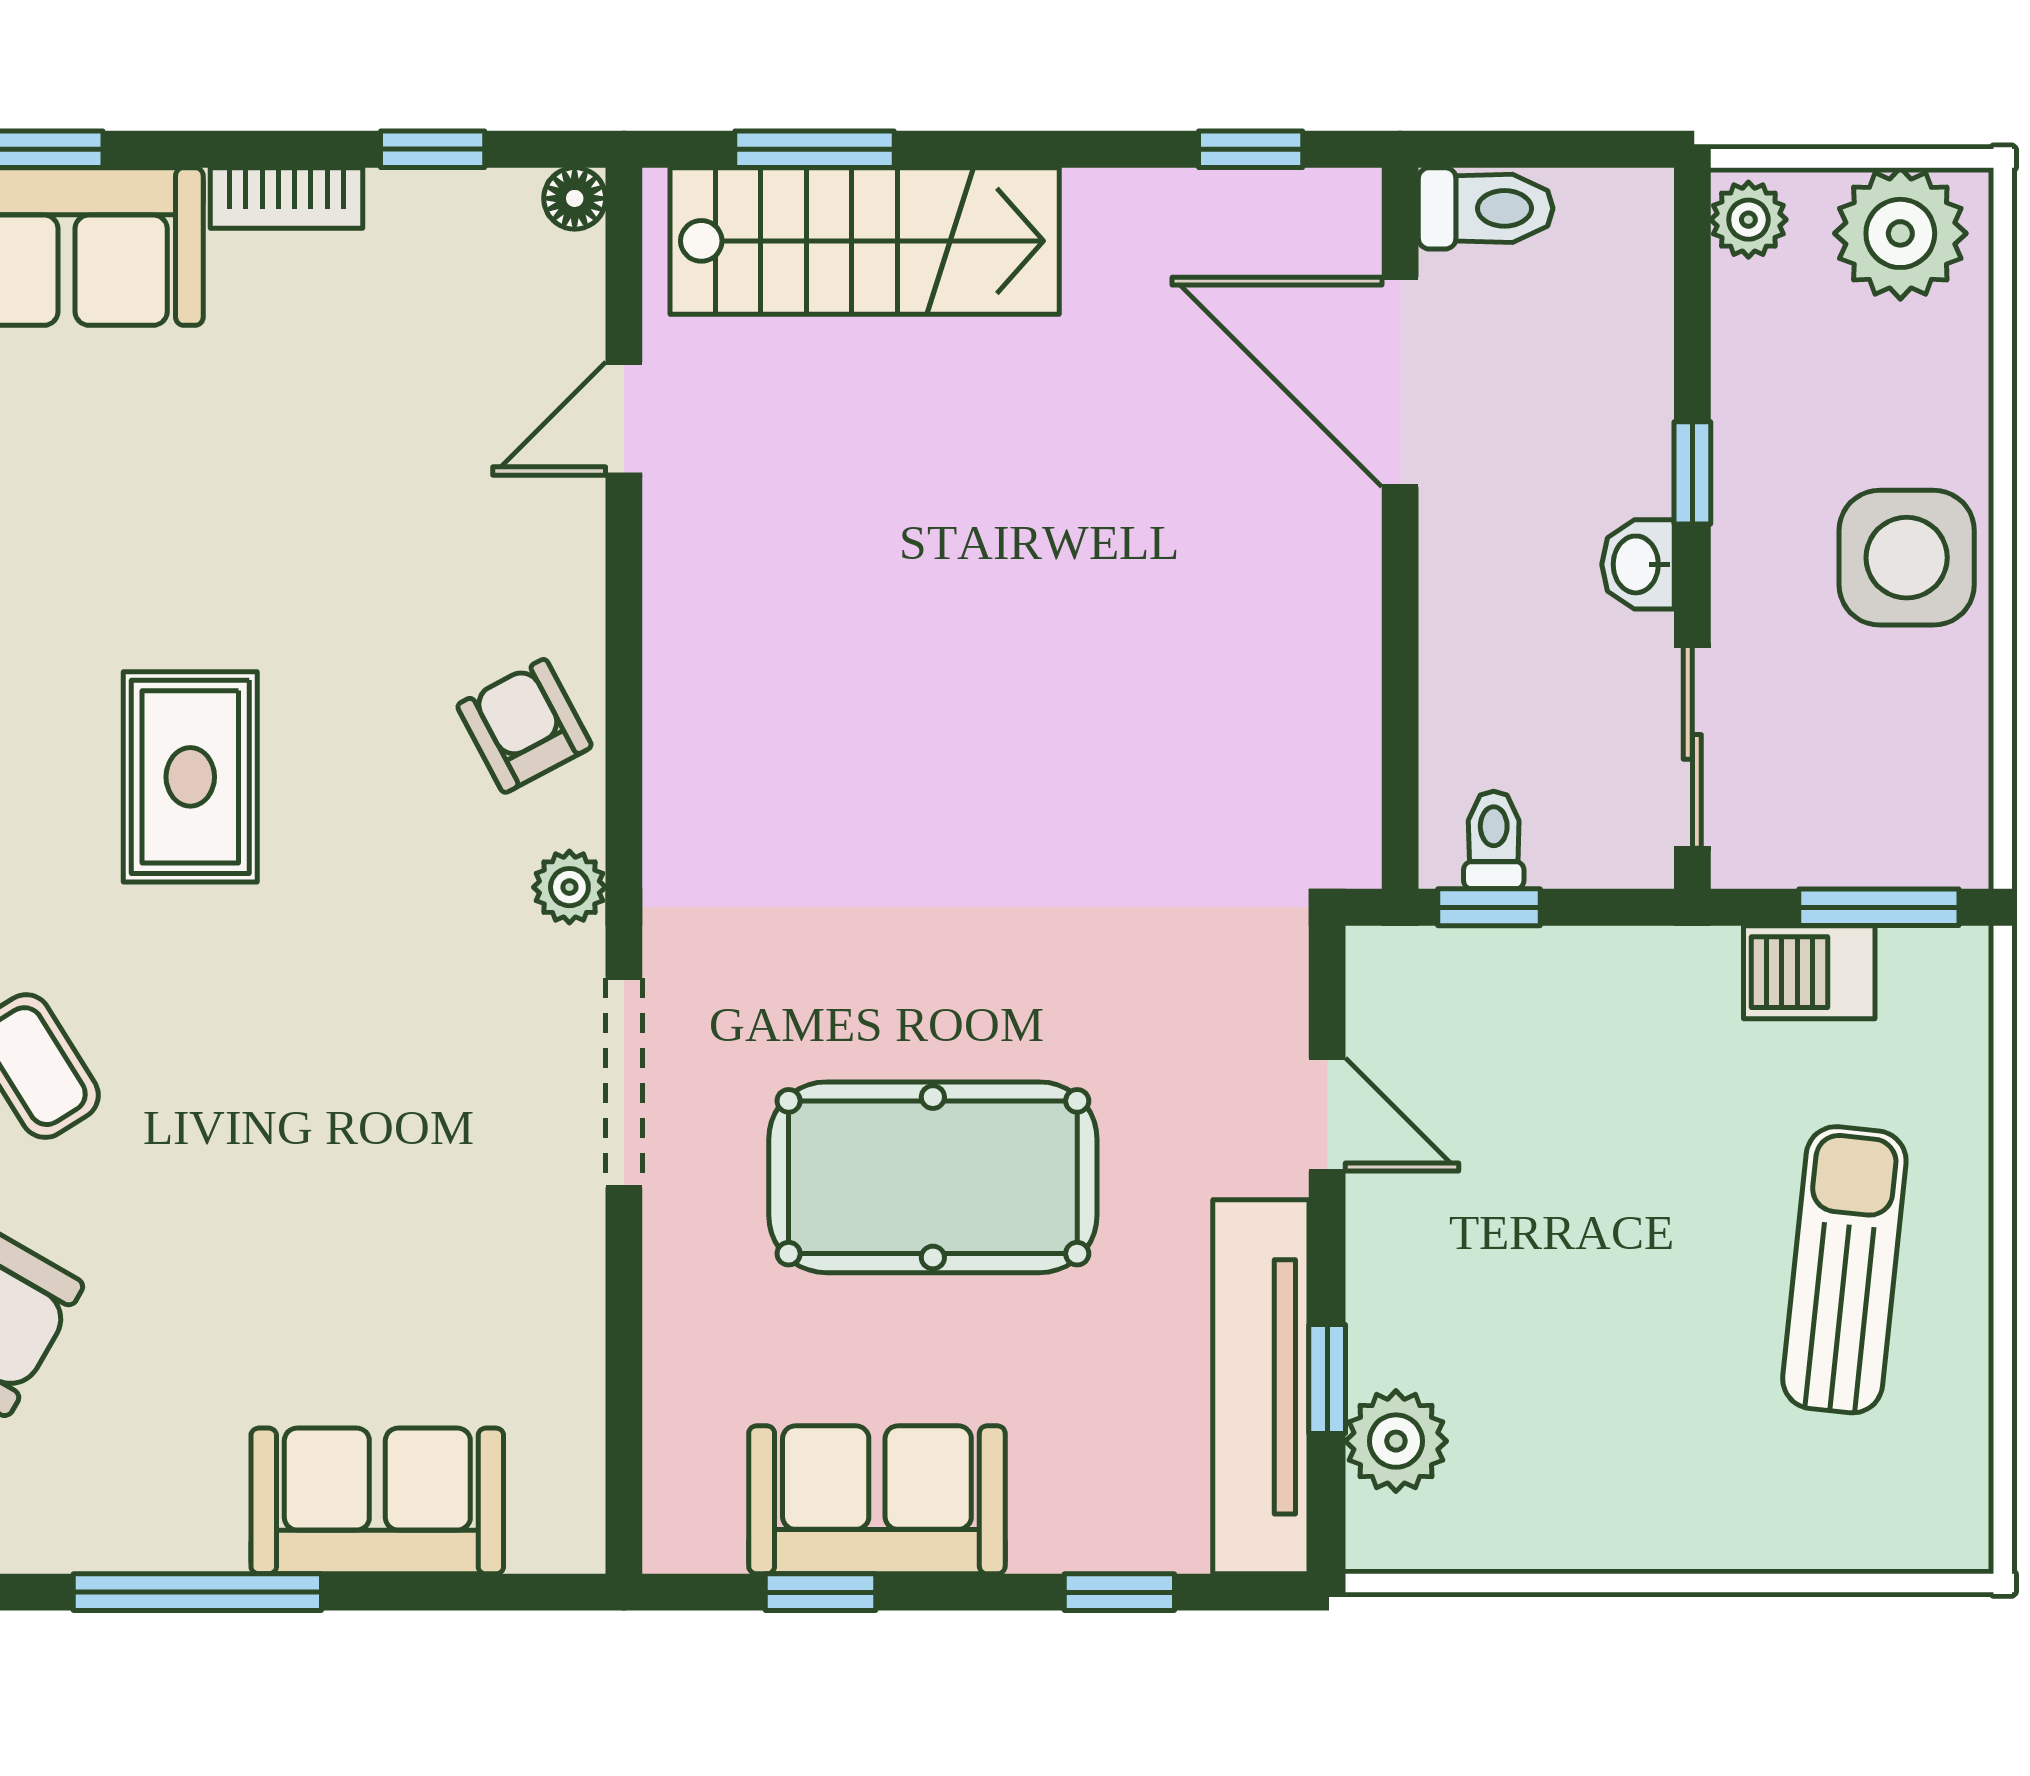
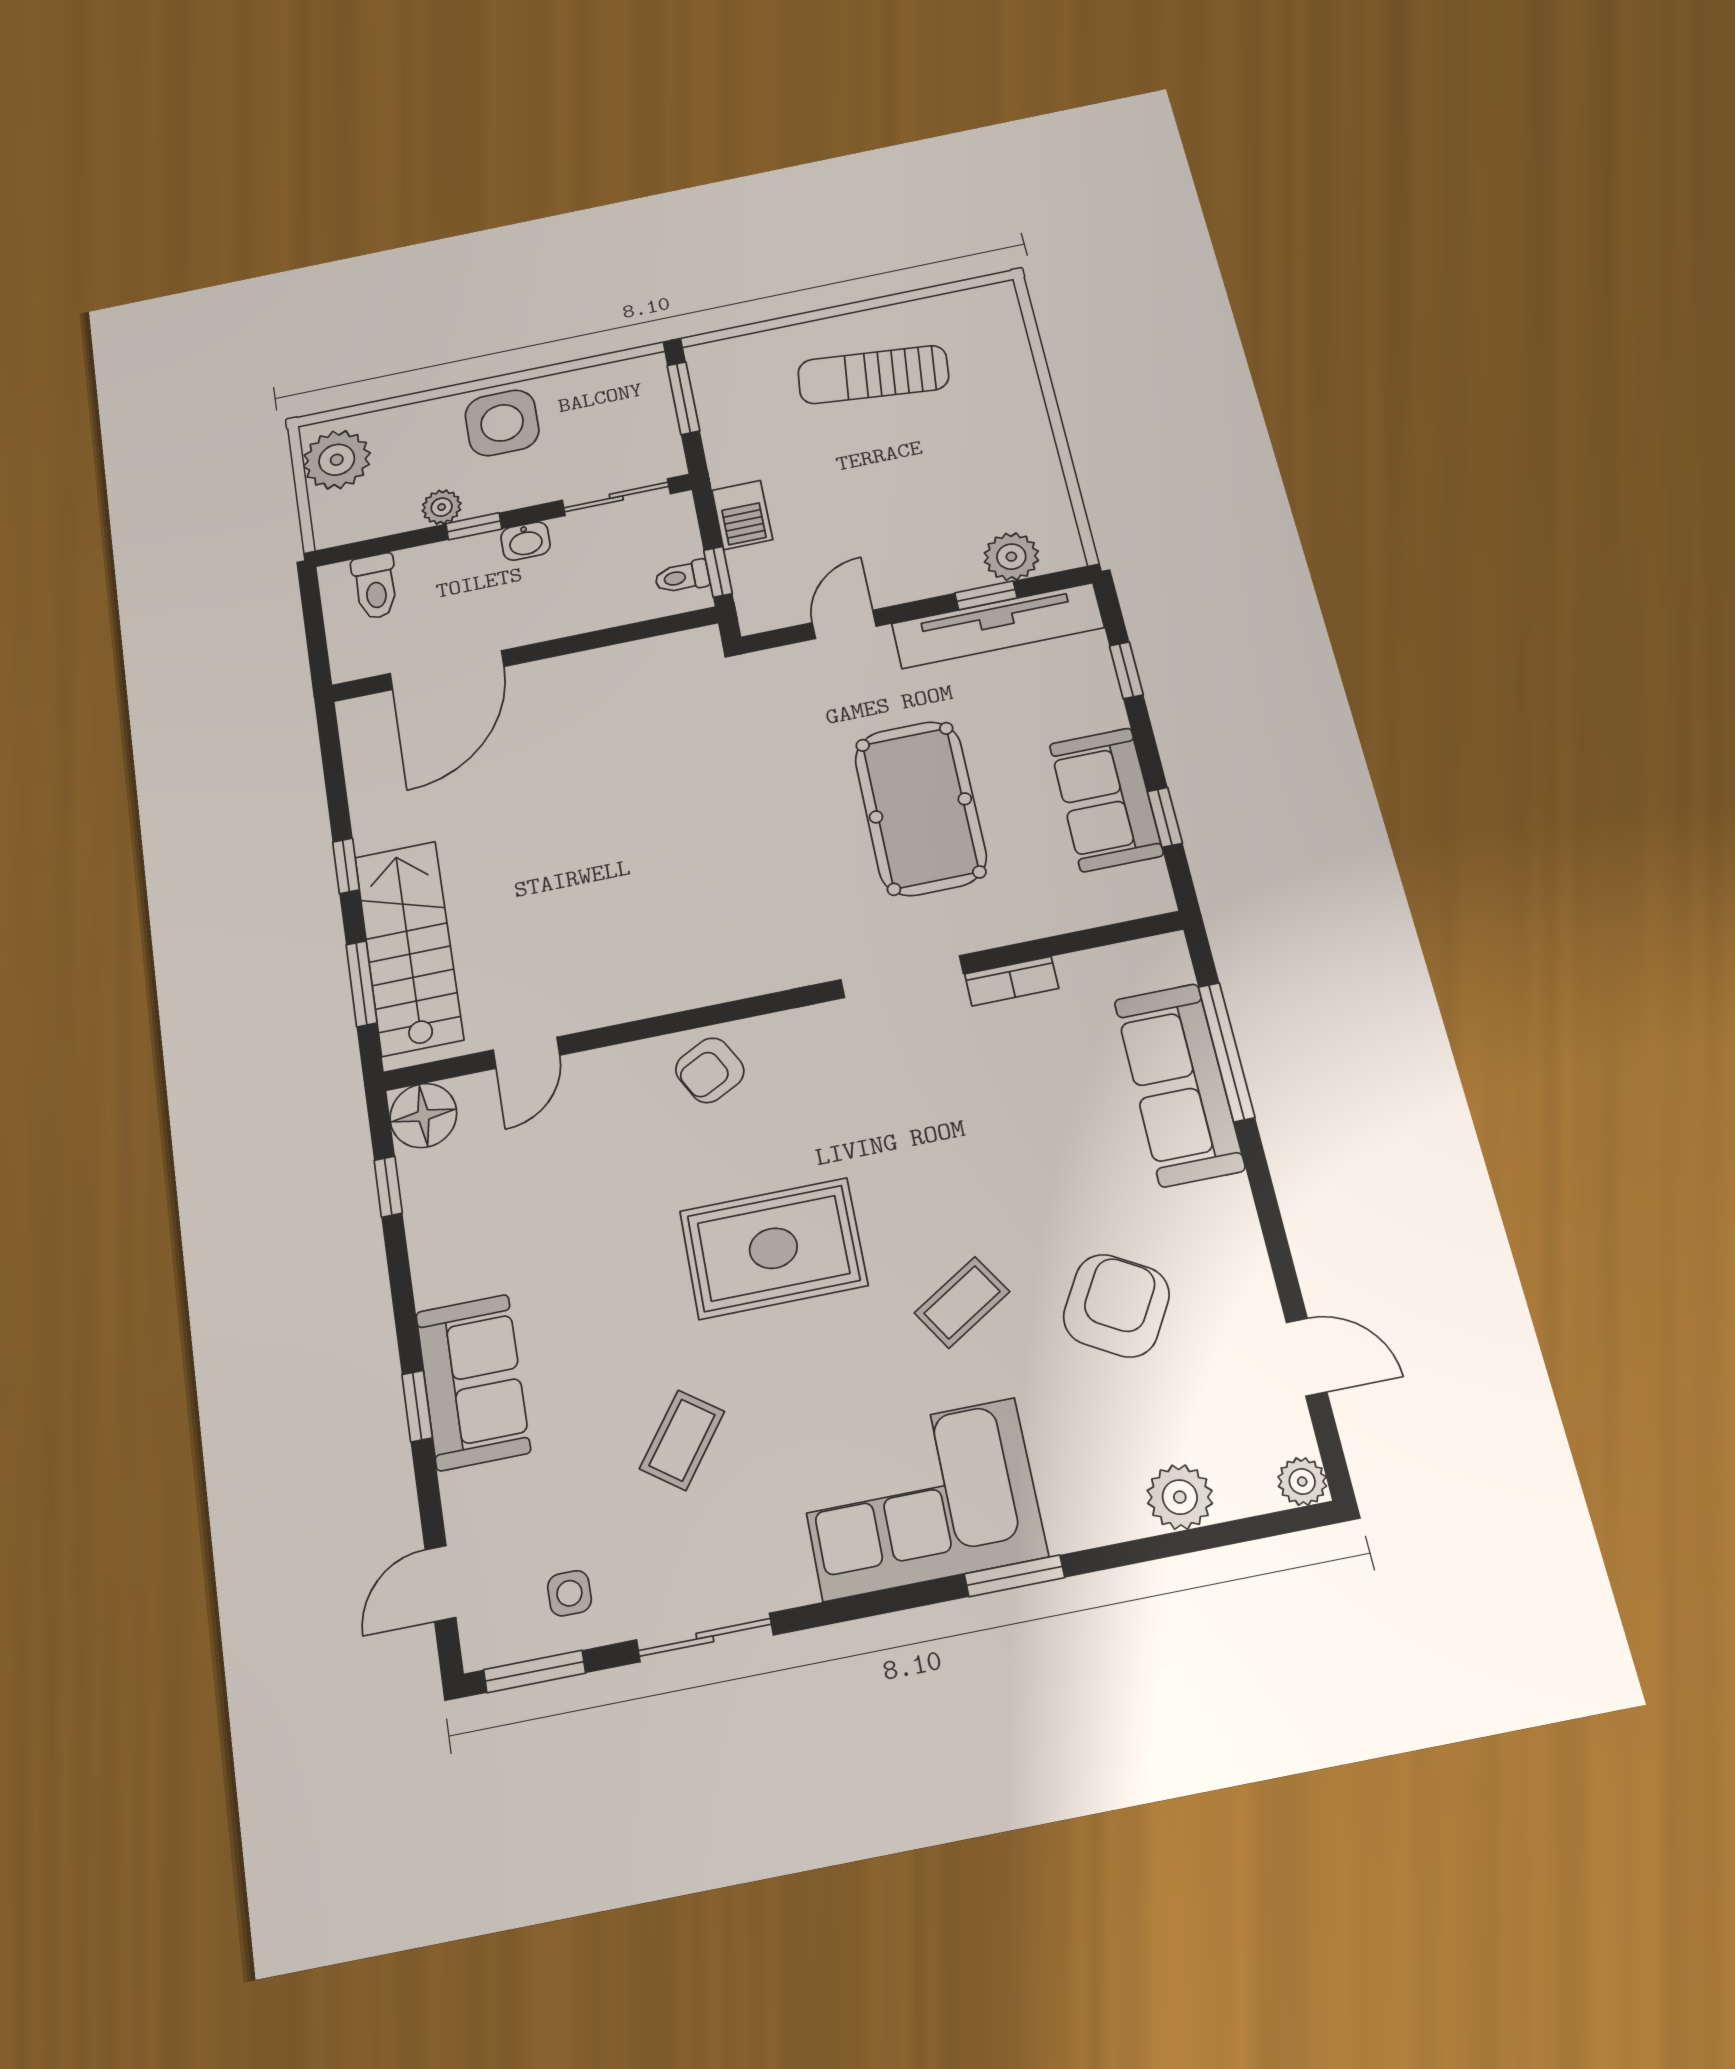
window: (1251, 149) -> (346, 866), moved
bookcase: (286, 198) -> (1012, 981), moved, turned 90
floor lamp: (575, 198) -> (423, 1116), width x1.89, depth x1.89
toilet: (1486, 208) -> (375, 586), moved, turned 180
plant: (1748, 220) -> (442, 507), moved
door: (624, 419) -> (527, 1053), hinge flipped
rug: (190, 777) -> (773, 1248), width x1.36, depth x1.43
plant: (569, 887) -> (797, 1028), removed
barbecue: (1809, 972) -> (742, 515), moved
sofa: (377, 1501) -> (1179, 1084), width x1.36
window: (197, 1592) -> (1226, 1052), moved

